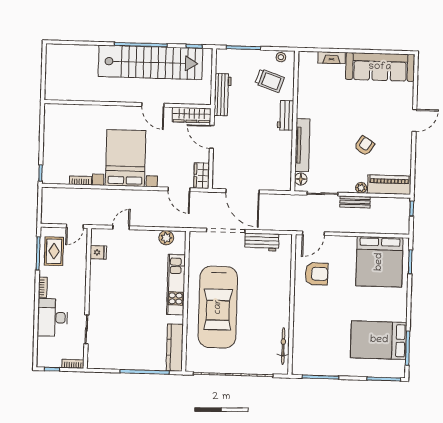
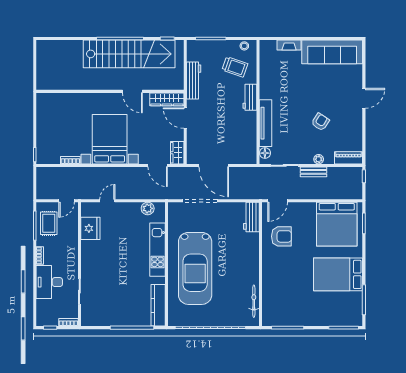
piano: (389, 185) -> (348, 158), width x0.73, depth x0.75
workbench: (262, 242) -> (251, 217), moved, turned 90
fridge: (98, 252) -> (90, 228), width x1.88, depth x1.34
bed: (379, 340) -> (338, 274), moved

